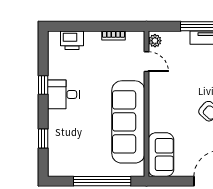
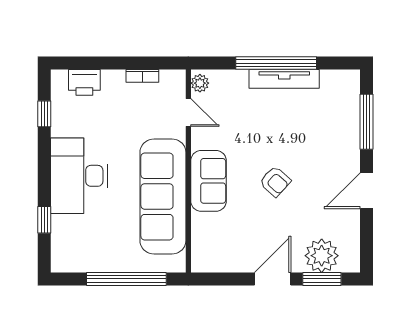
window: (43, 85) -> (44, 114), moved
desk: (63, 94) -> (79, 176), width x1.87, depth x1.30
sofa: (161, 155) -> (209, 181), moved

